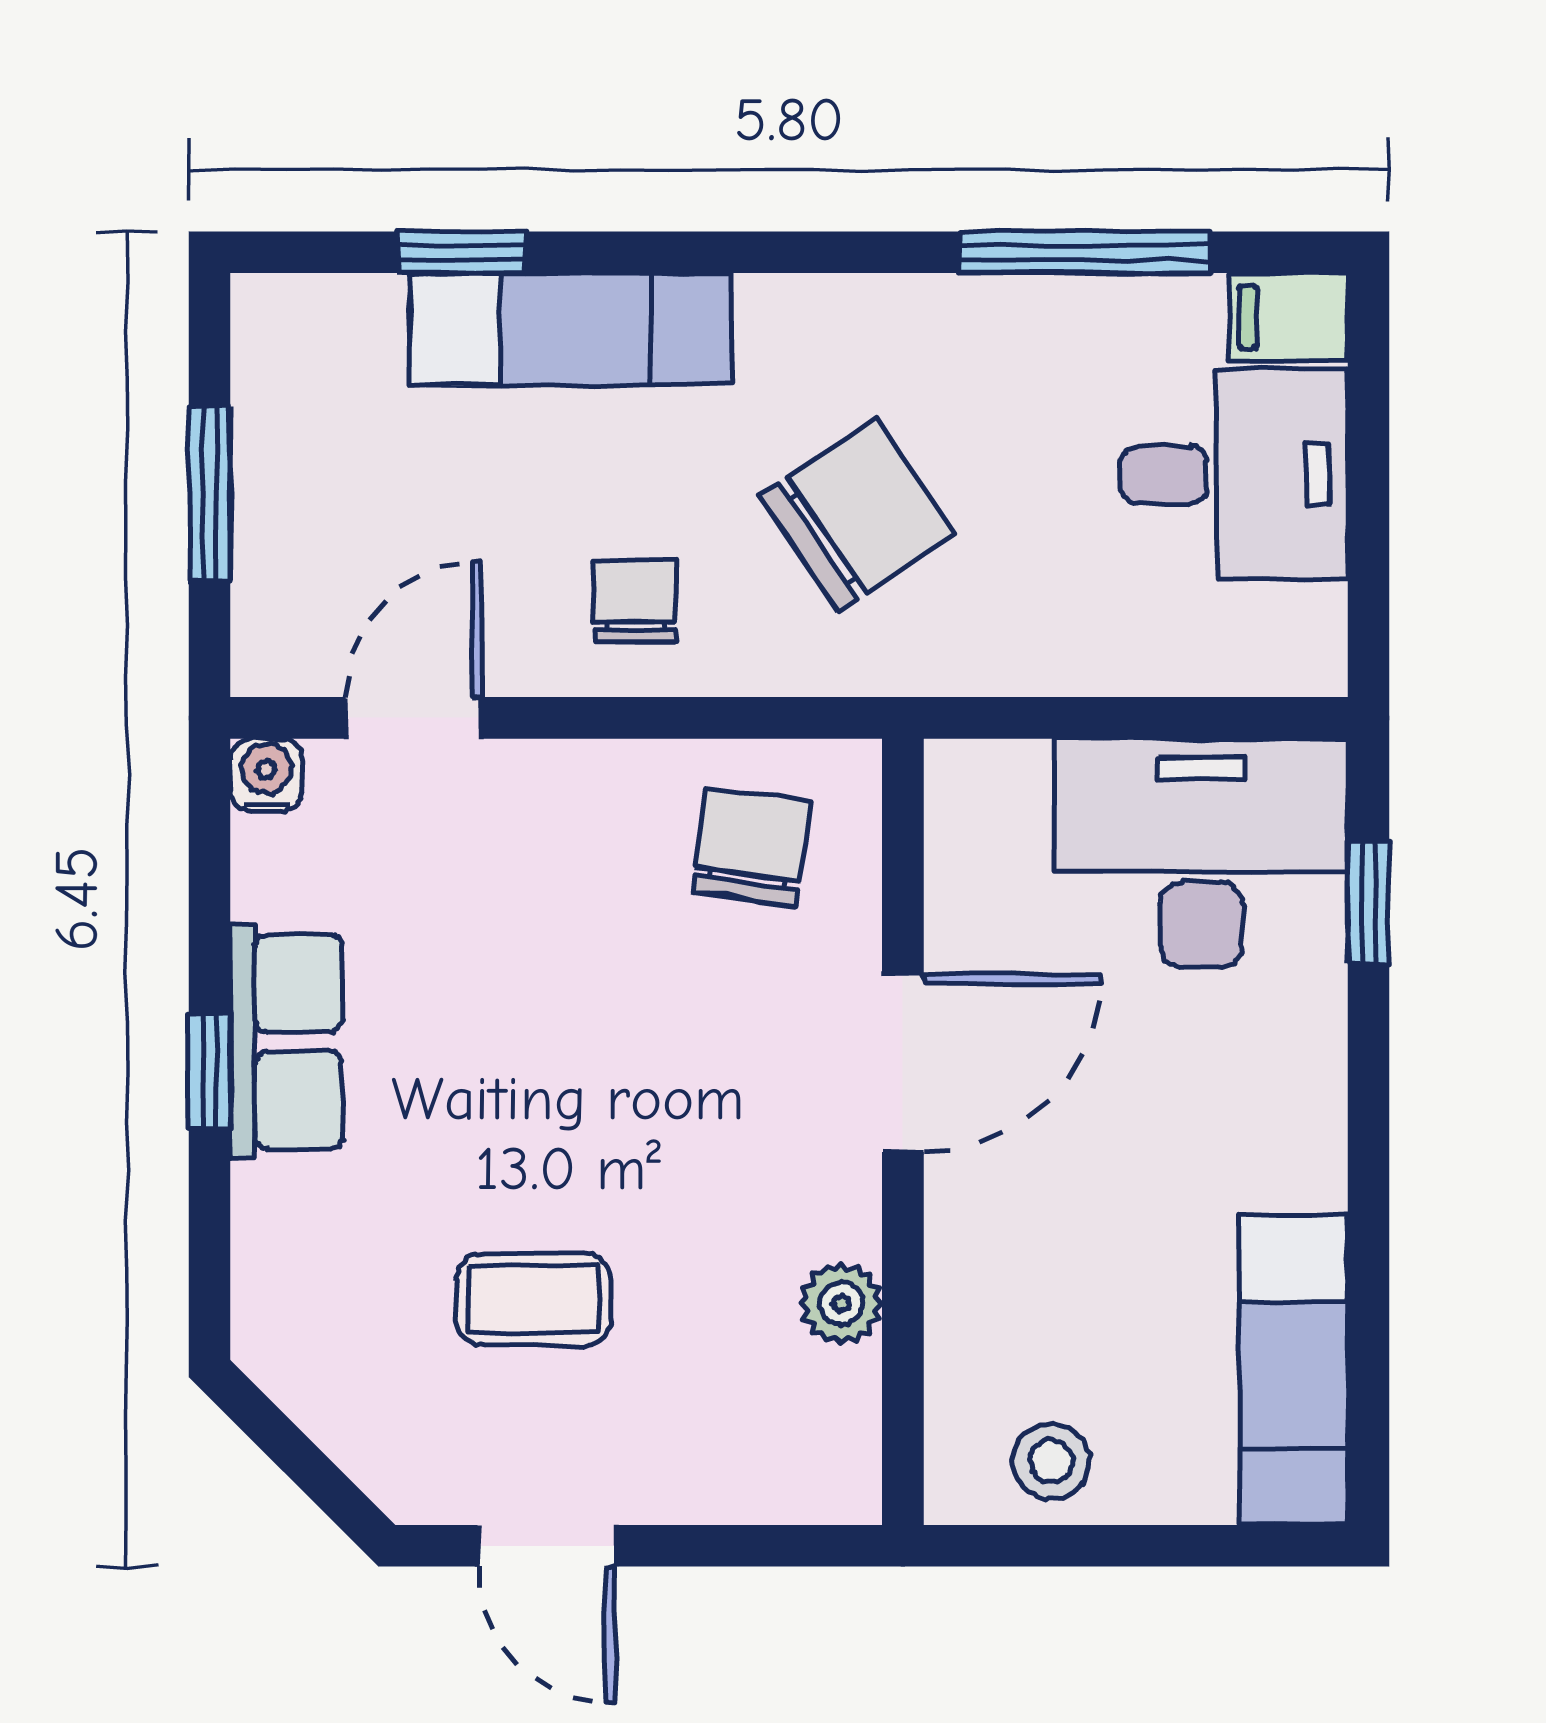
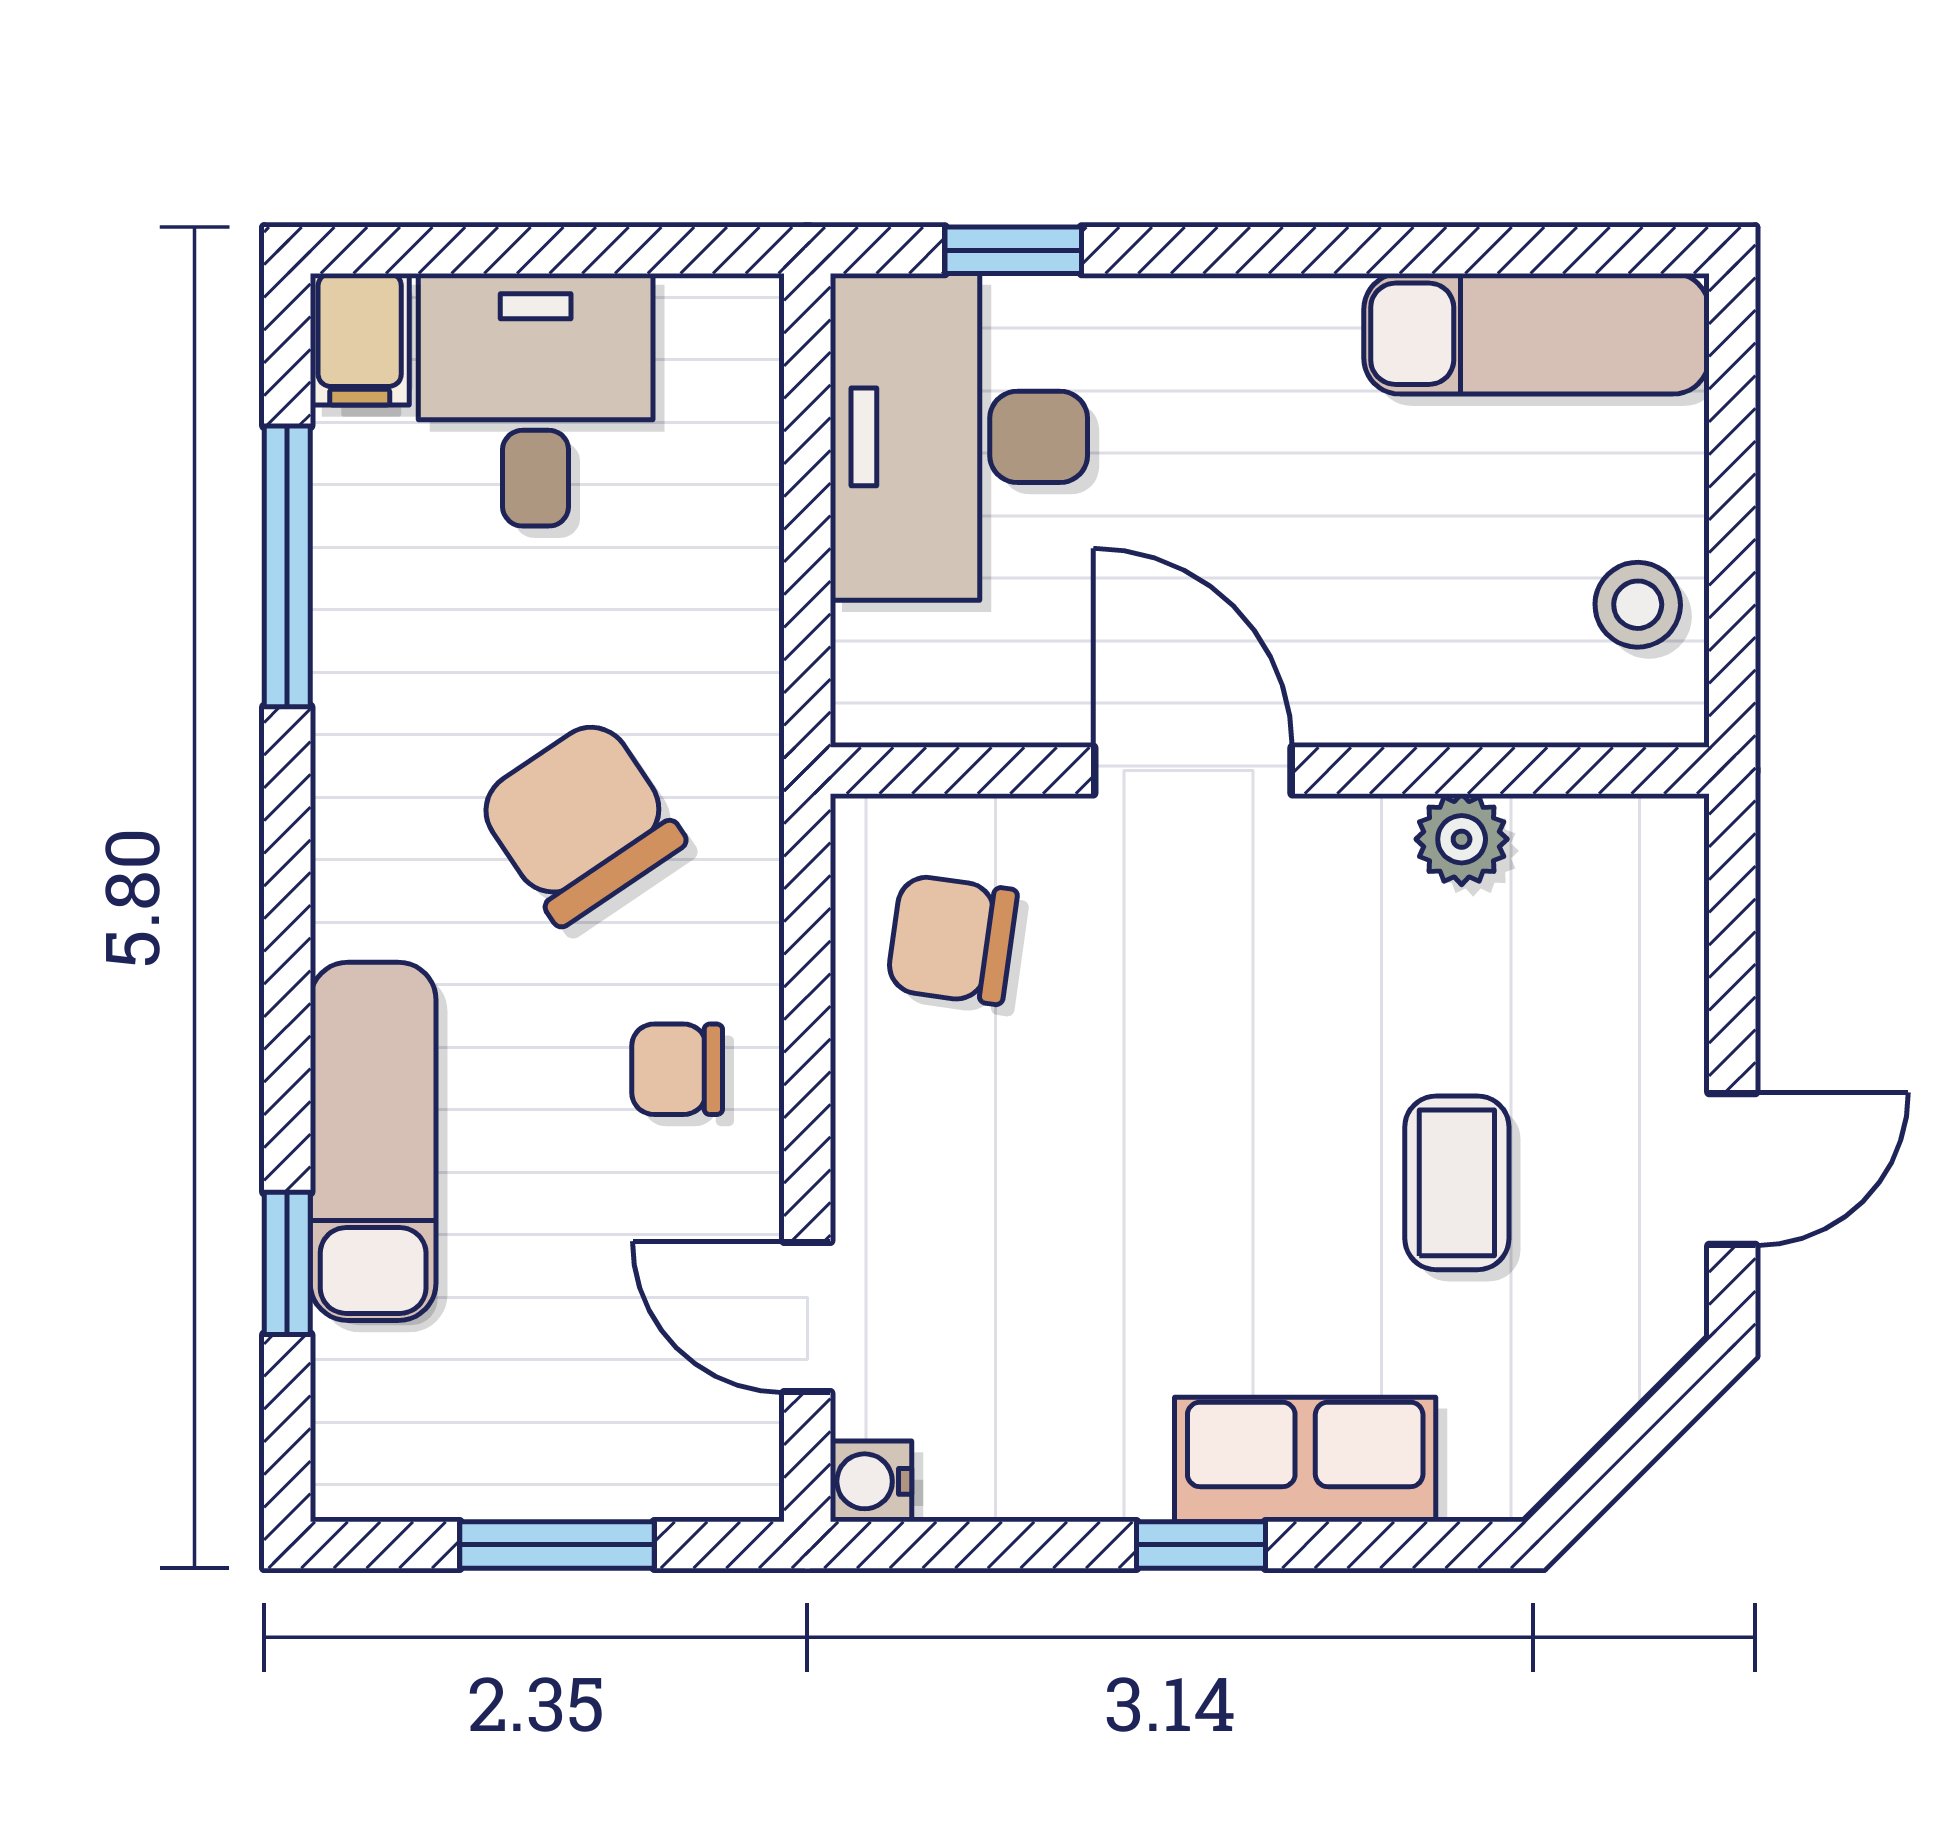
row of seats: (286, 1042) -> (1305, 1459), moved

